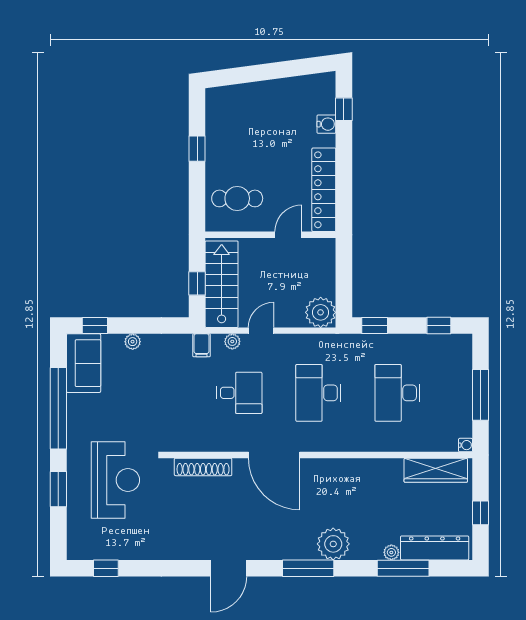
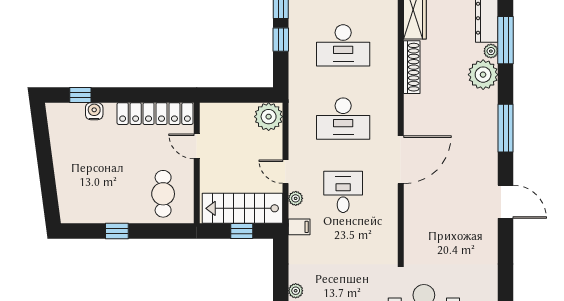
window: (375, 326) -> (281, 40), moved
shoe rack: (203, 467) -> (412, 67), moved
plant: (333, 544) -> (483, 75), moved

